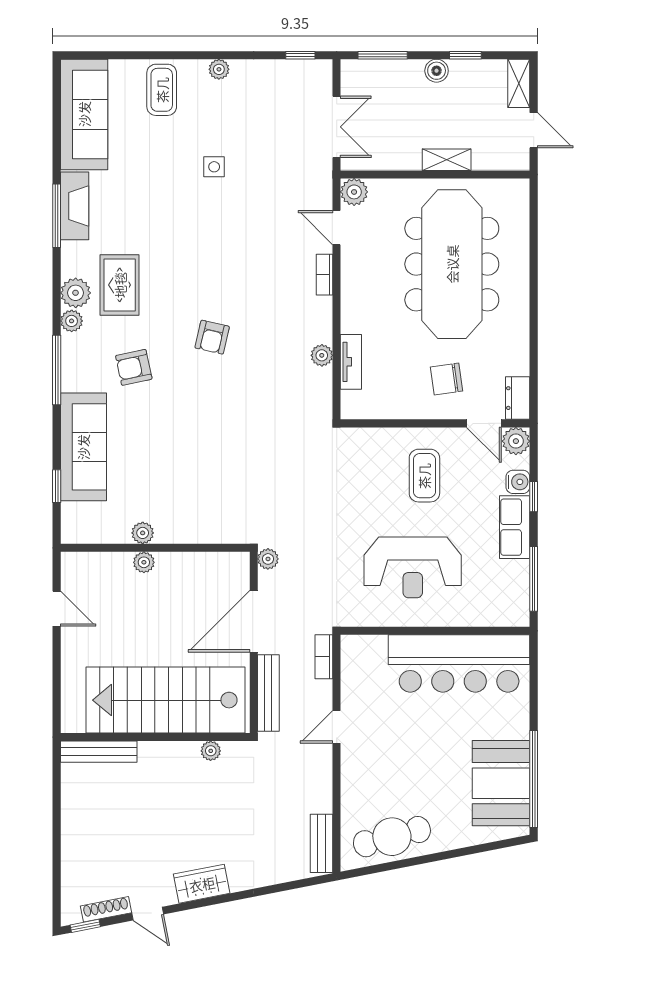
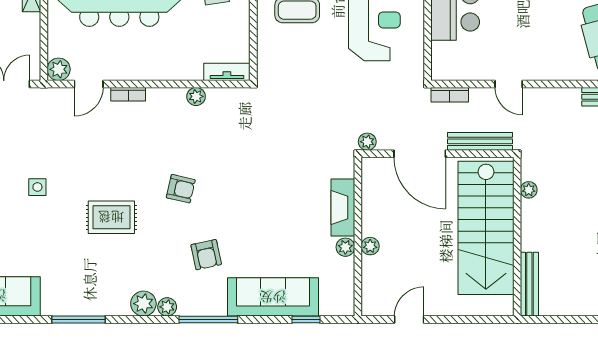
fireplace: (75, 206) -> (343, 208), moved, turned -90
rug: (120, 285) -> (111, 217), moved
tv unit: (351, 362) -> (227, 72), moved

